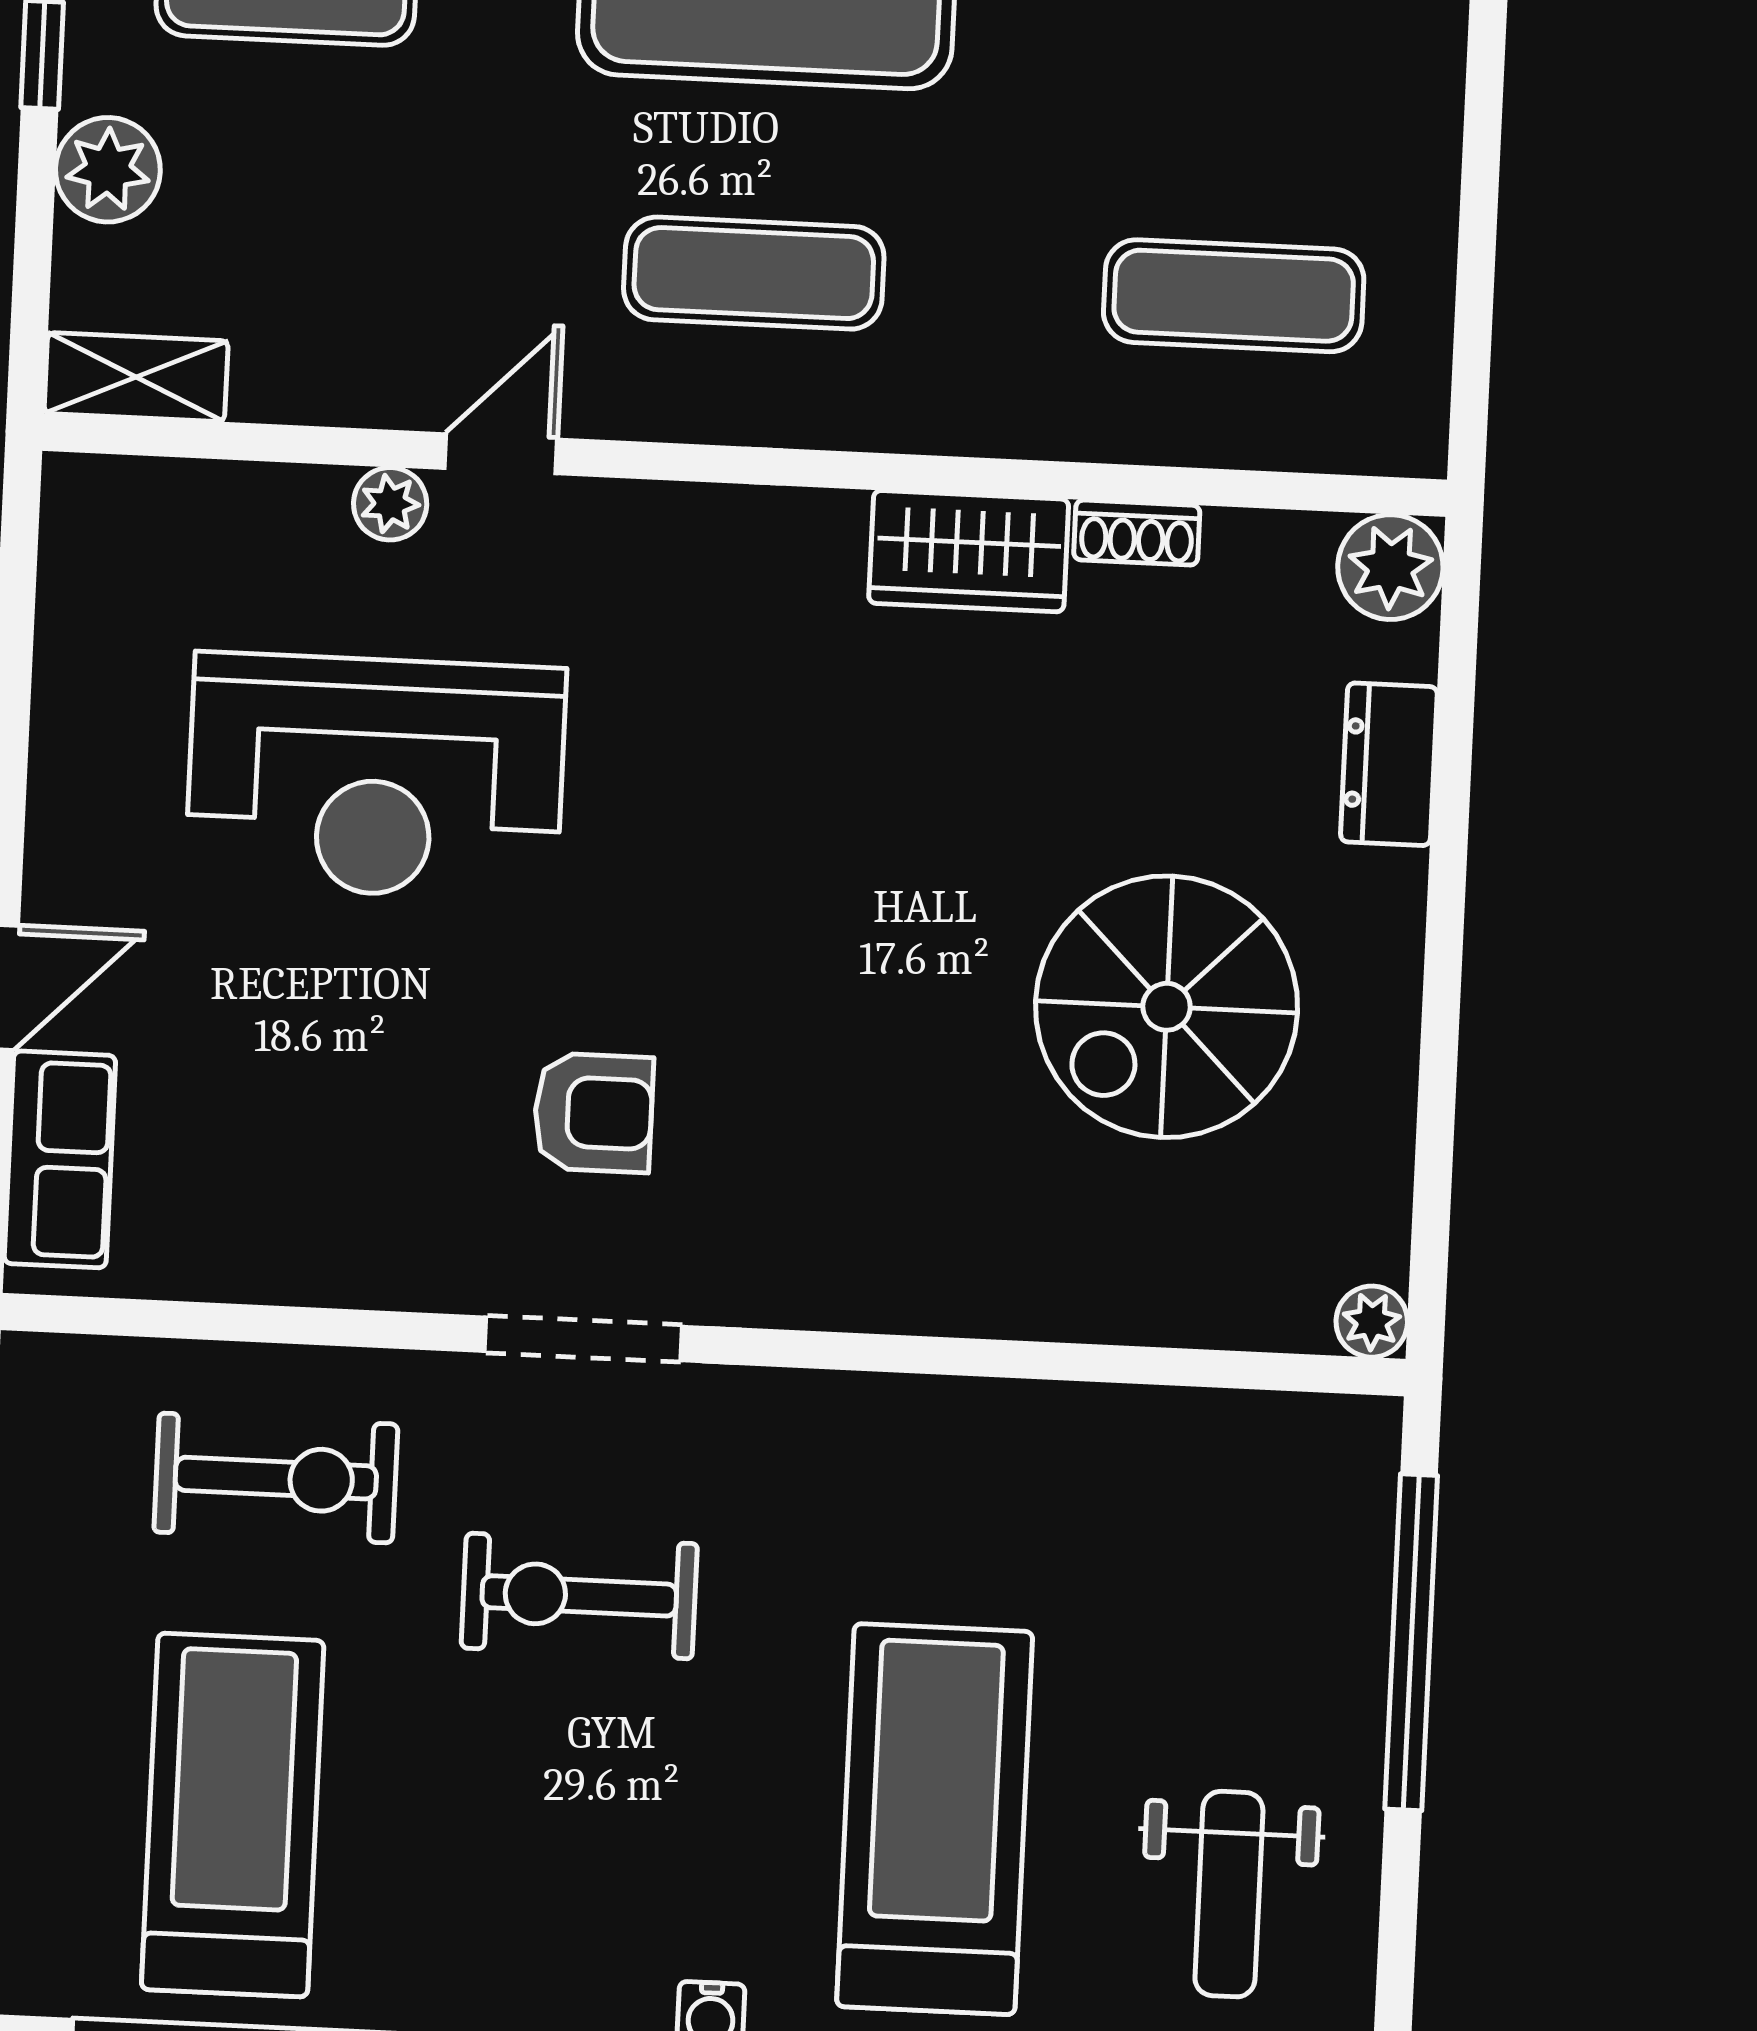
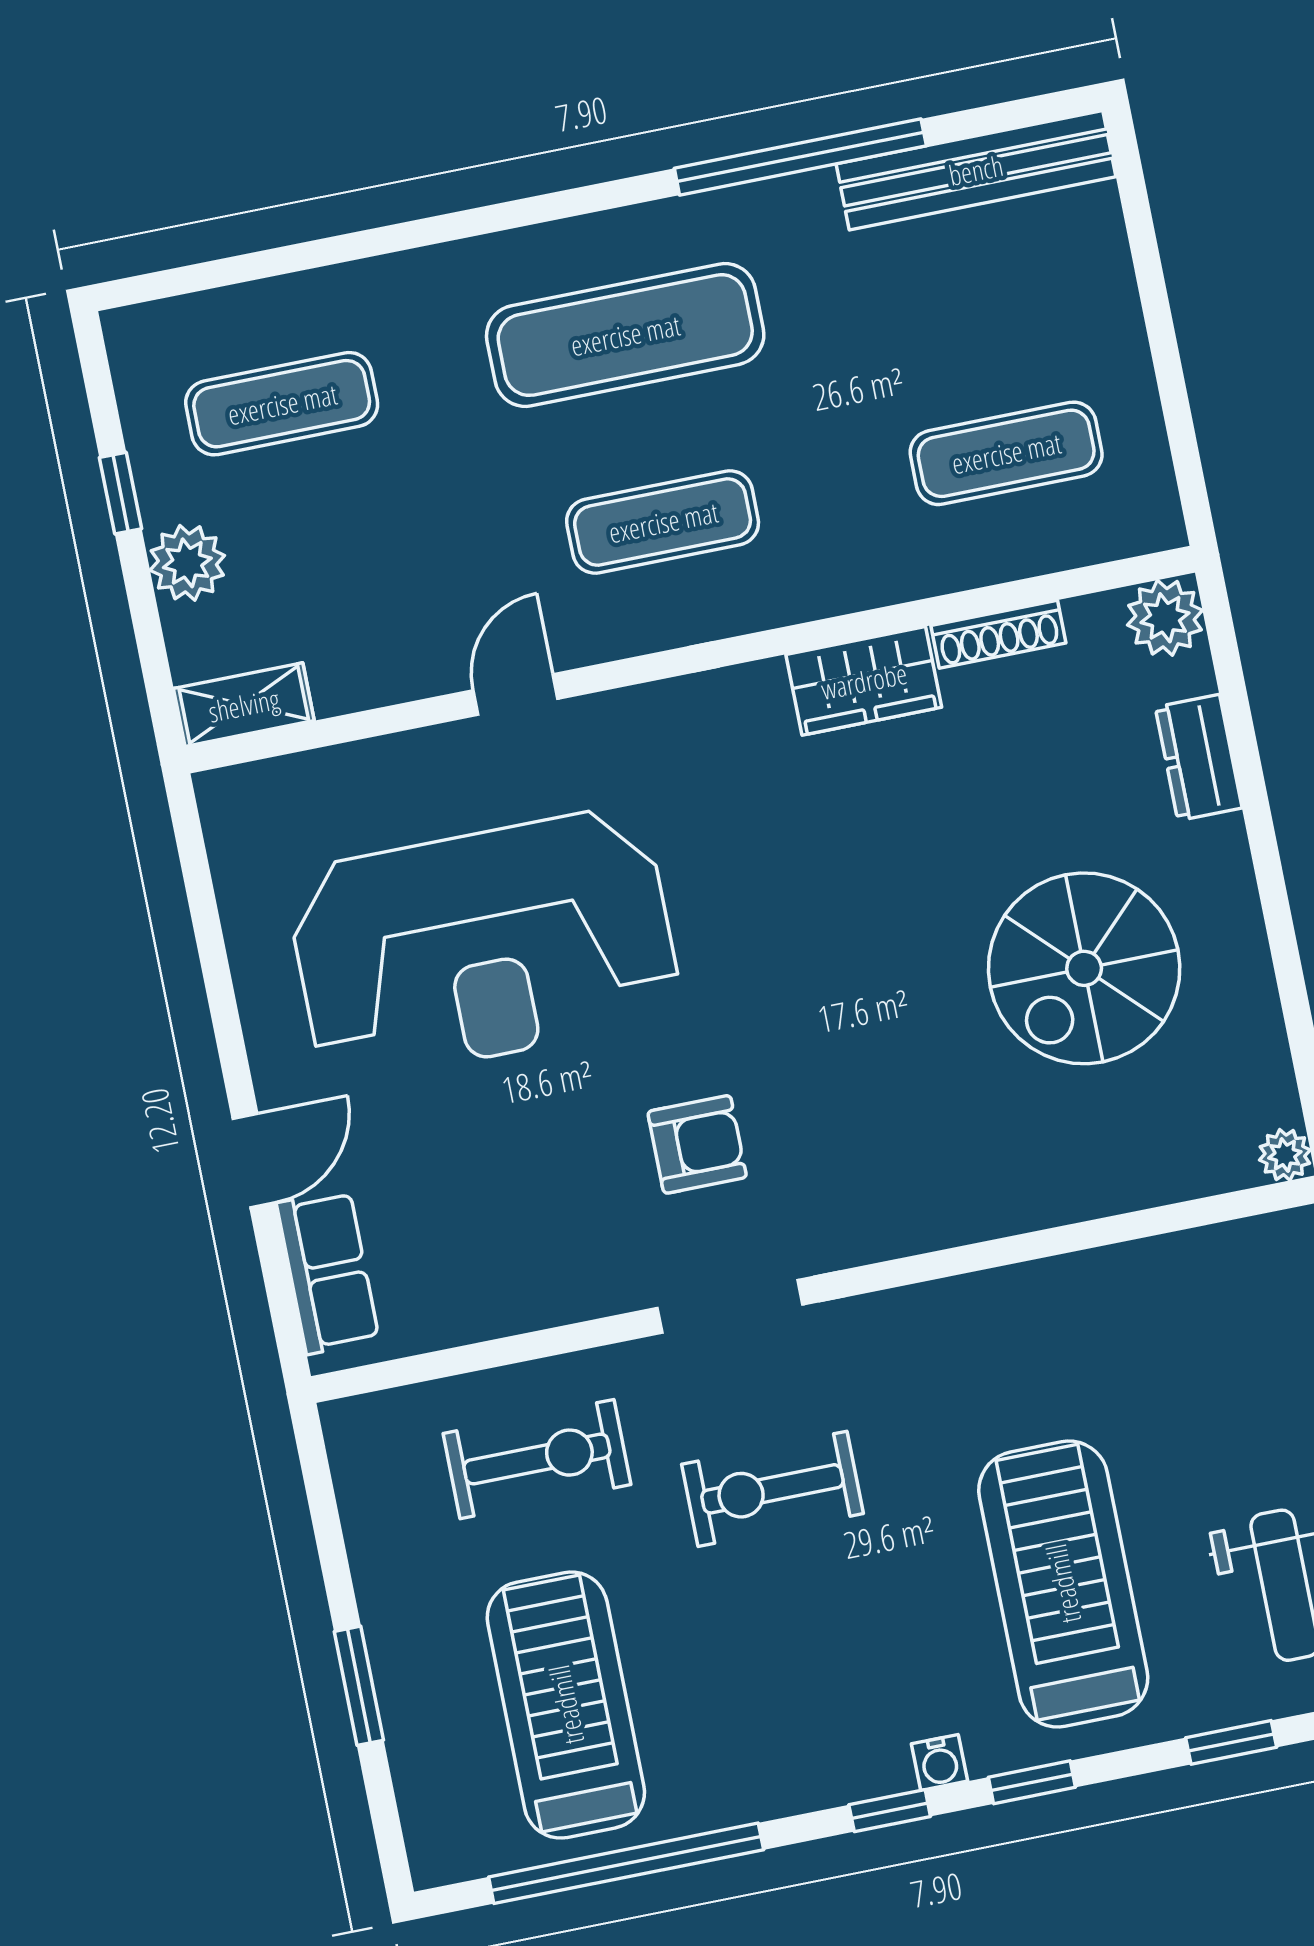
plant: (390, 504) -> (446, 749), removed
shoe rack: (1137, 533) -> (998, 634), width x1.43
reception desk: (376, 777) -> (484, 945), width x1.36, depth x1.30

